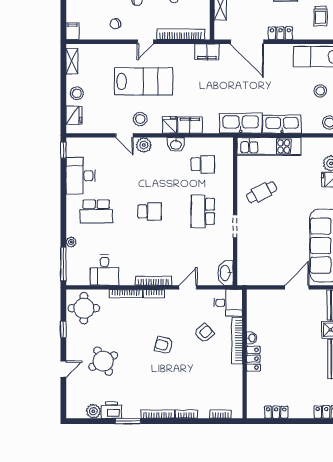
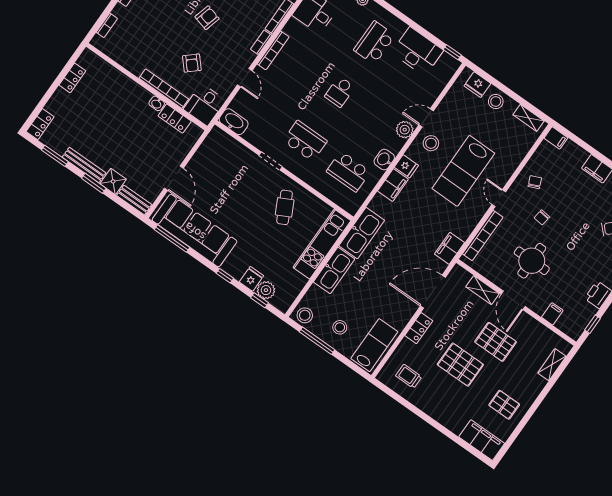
school desk: (203, 164) -> (348, 172), width x1.85
locker: (253, 359) -> (175, 119), moved

